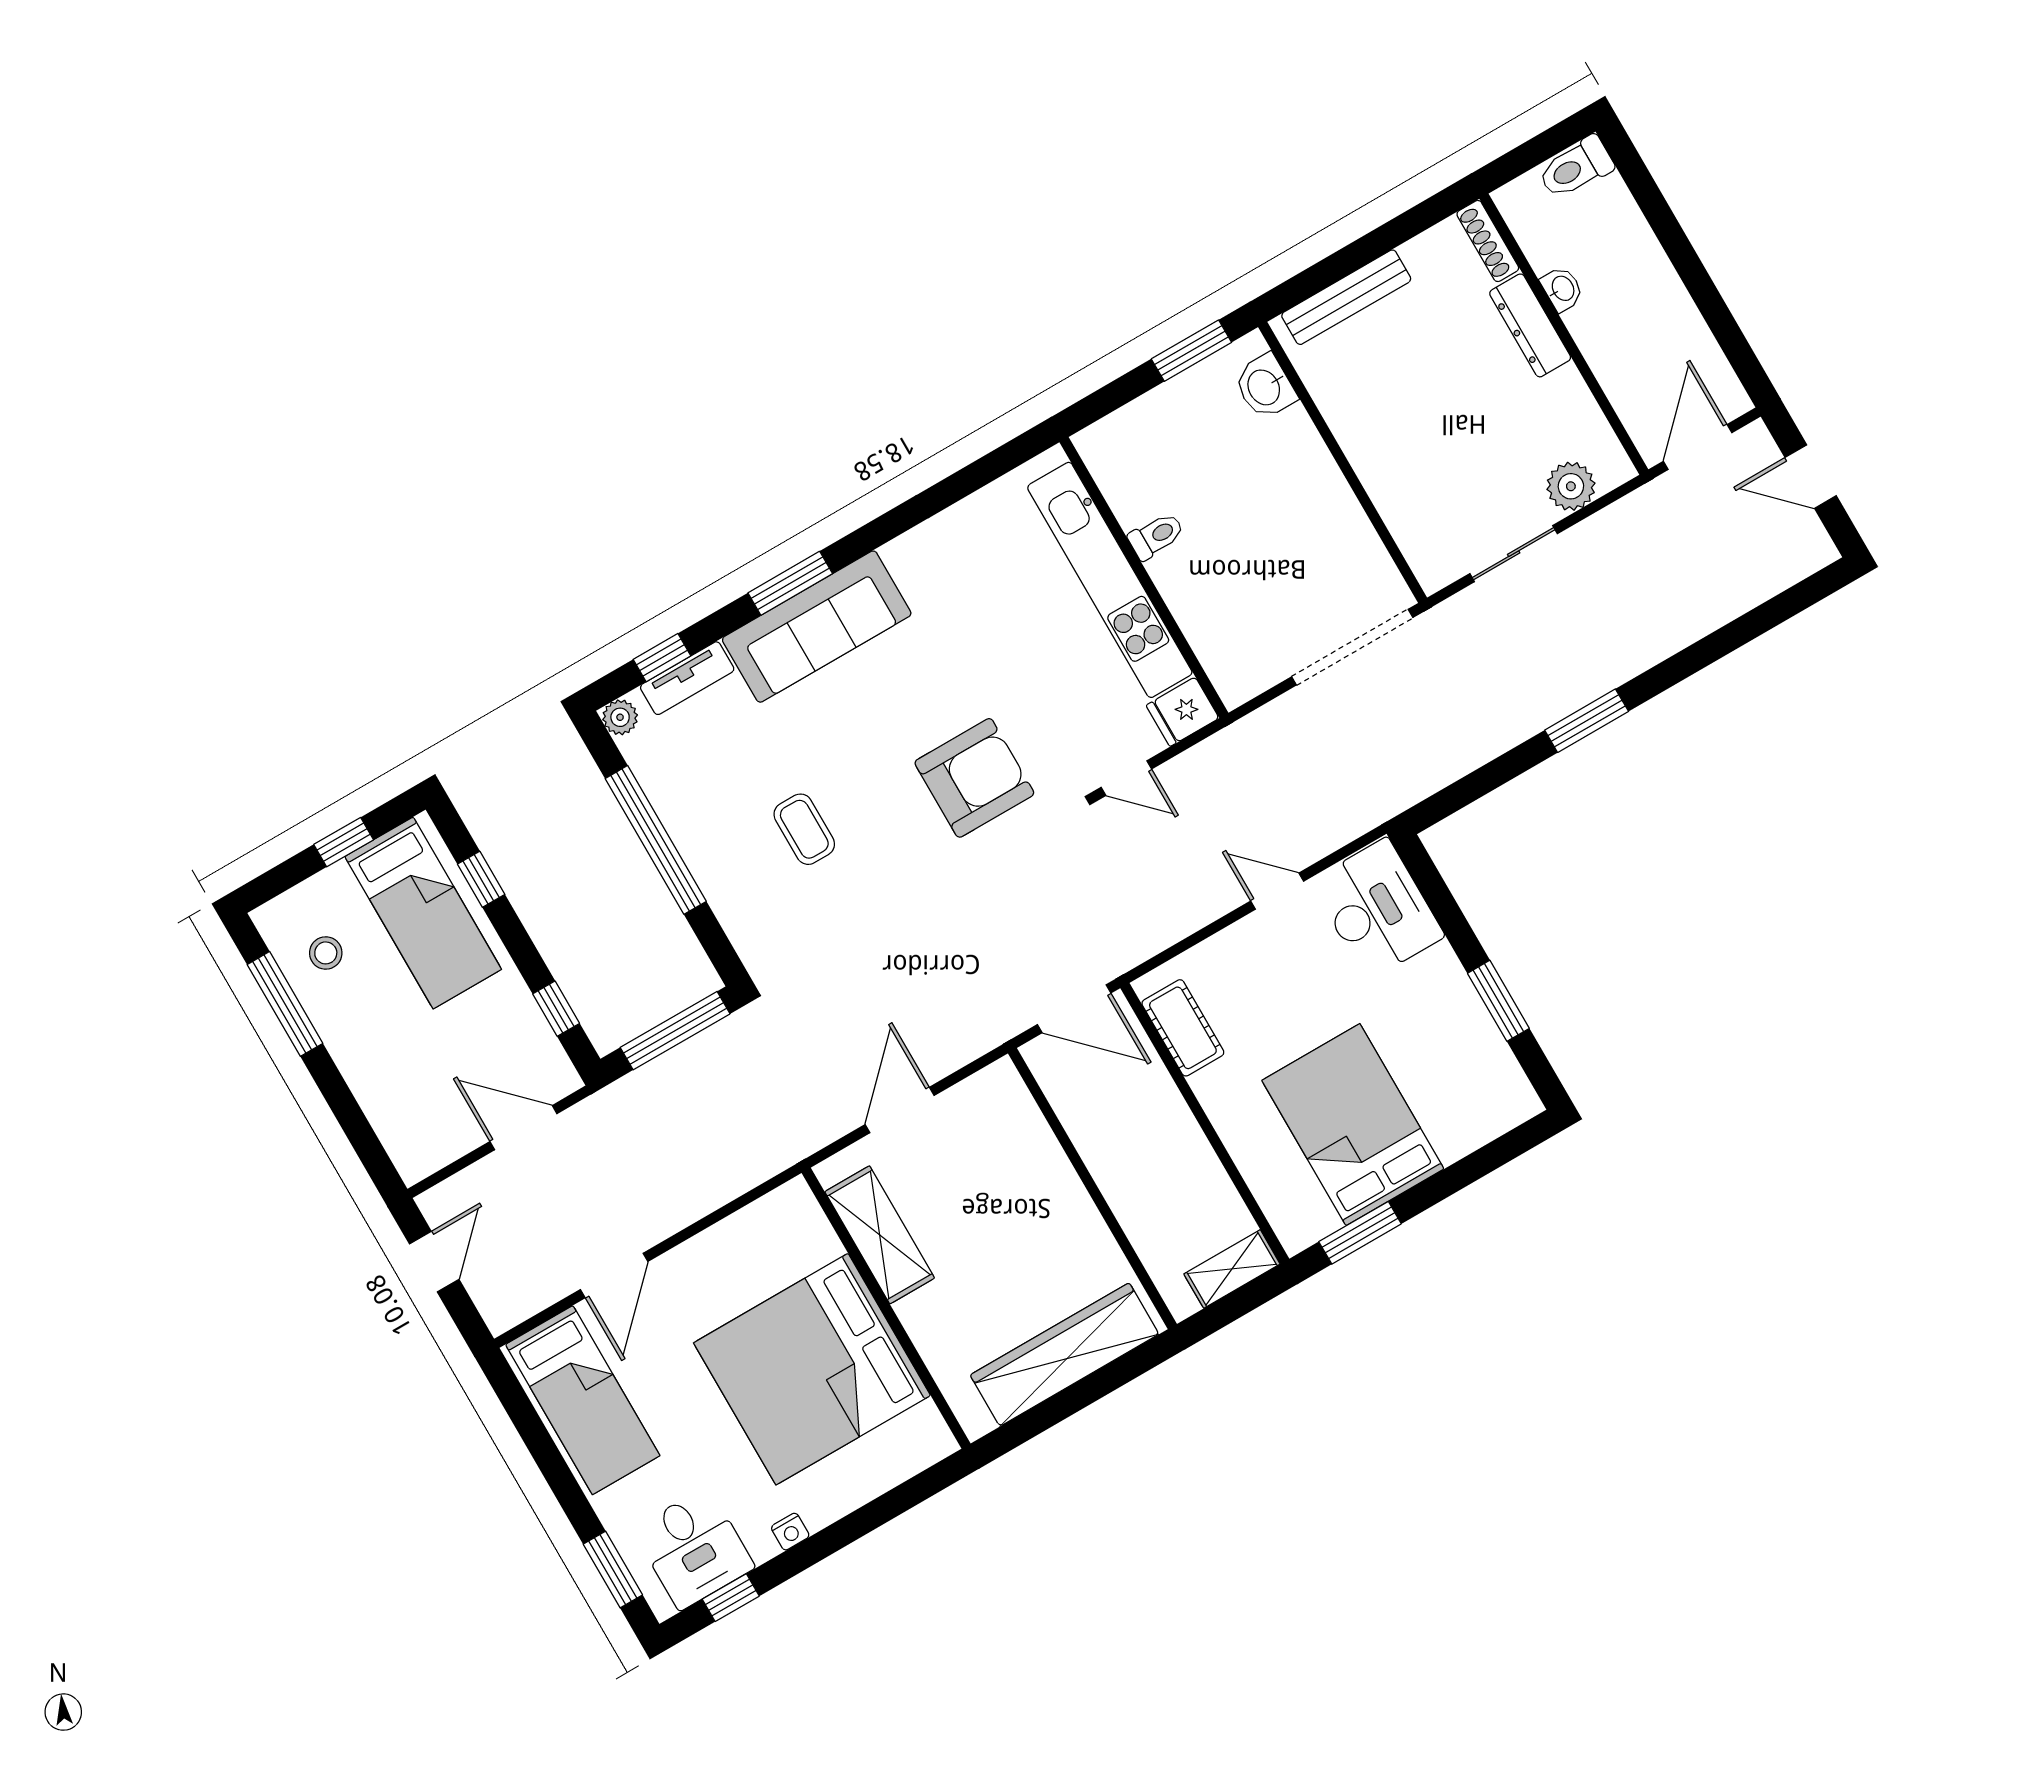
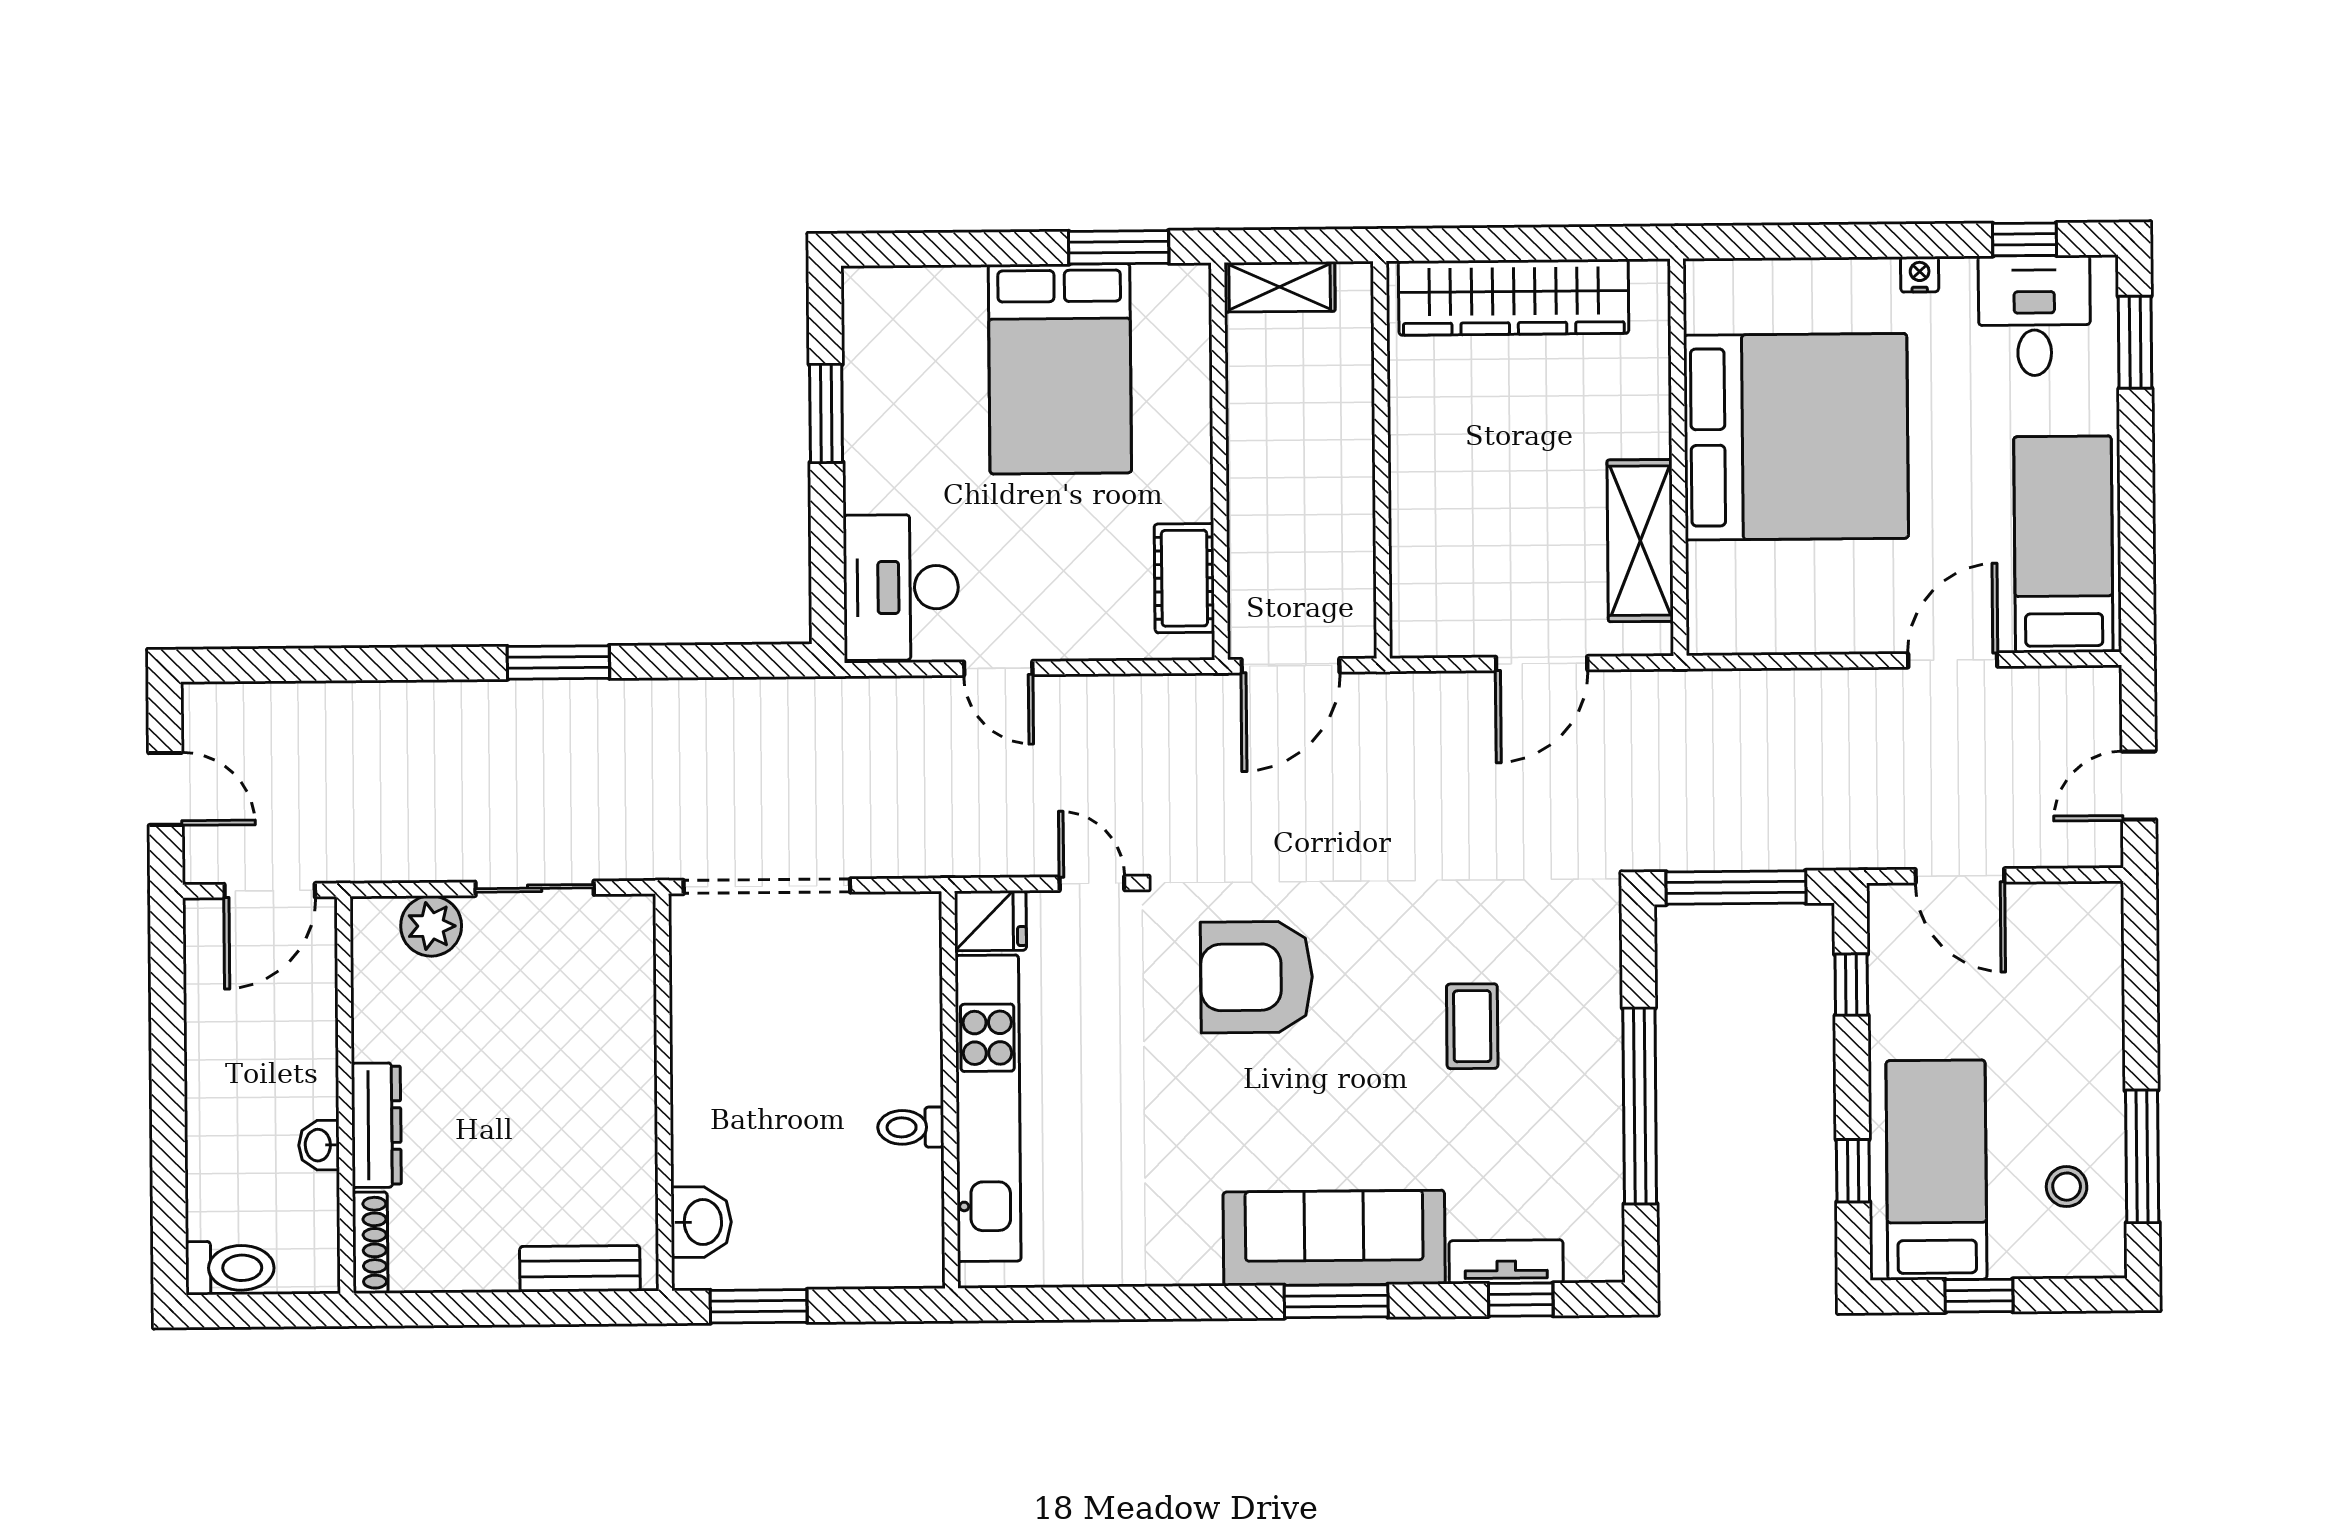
bench: (1346, 297) -> (580, 1269), width x0.73
plant: (620, 717) -> (1603, 1261), removed
door: (1074, 1009) -> (1291, 666), swing flipped

